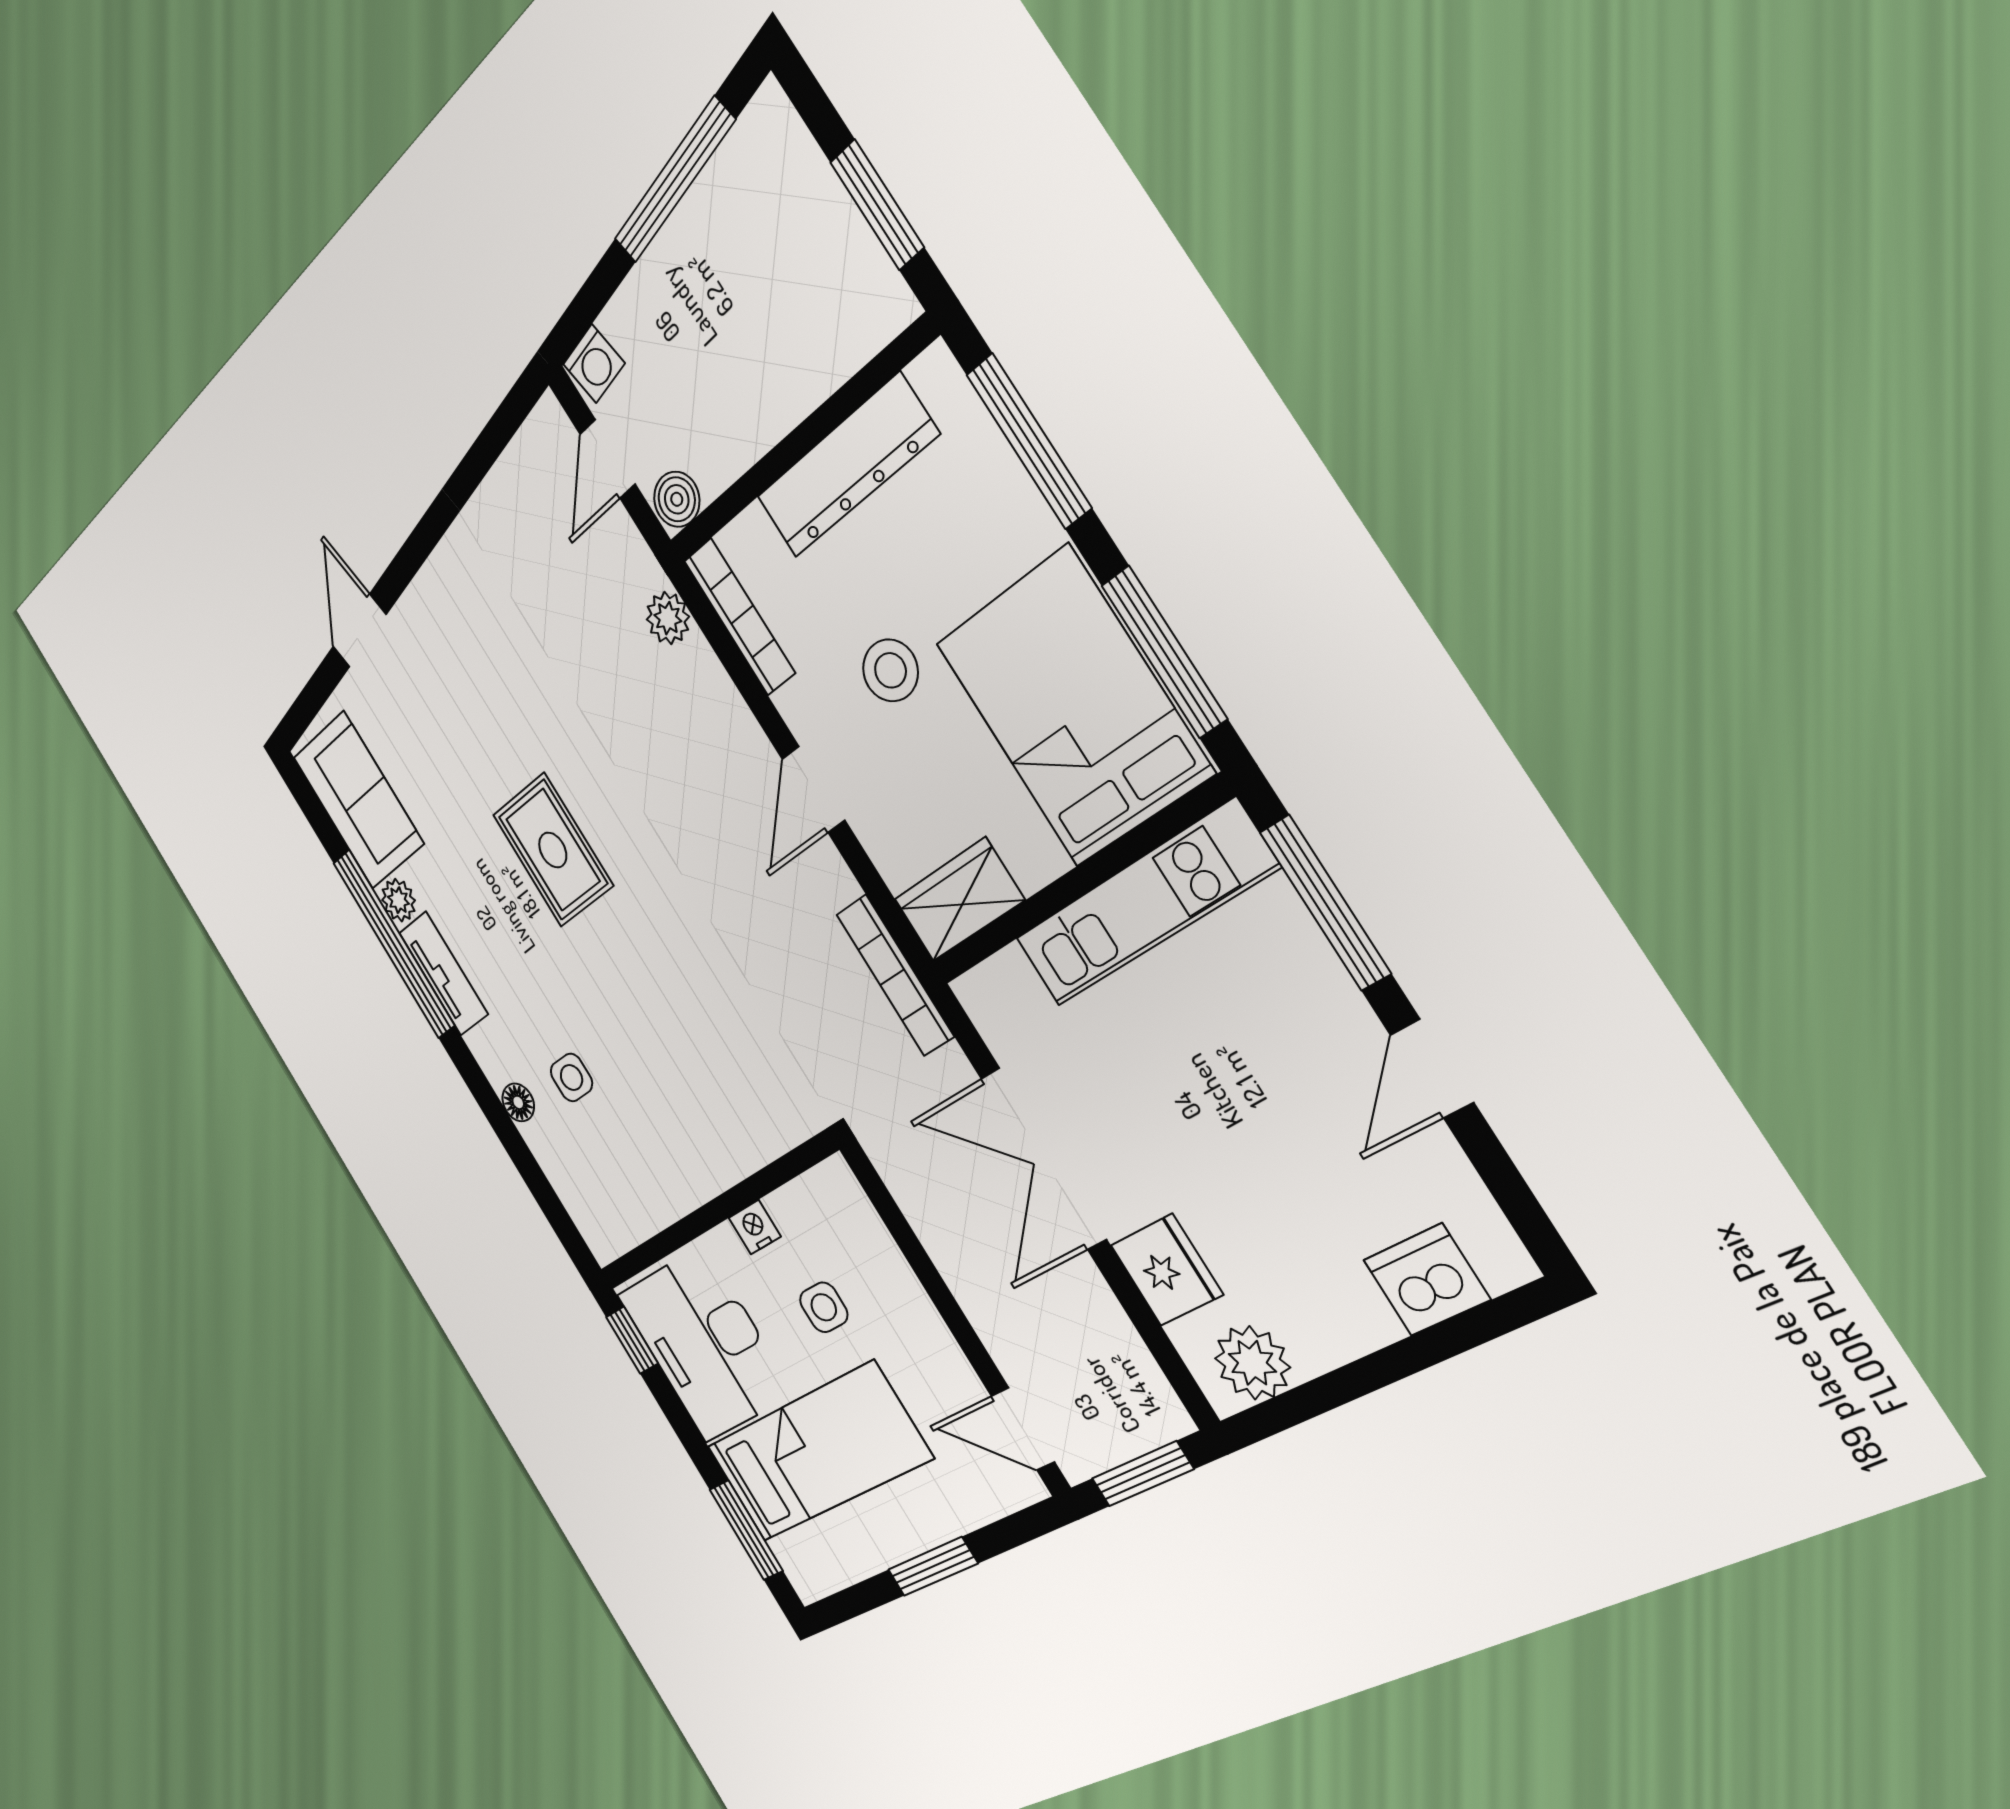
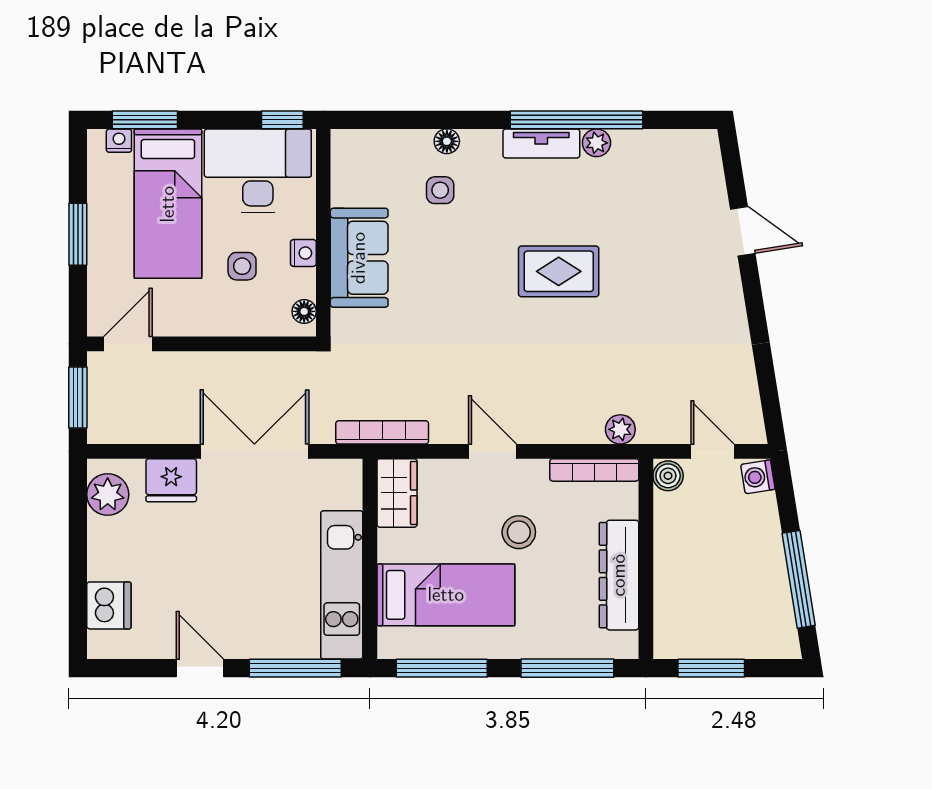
bed: (1073, 707) -> (446, 595), width x0.67
sofa: (358, 800) -> (359, 258), moved, turned -90
floor lamp: (821, 1186) -> (304, 311), added
nightstand: (790, 1556) -> (119, 141), added

